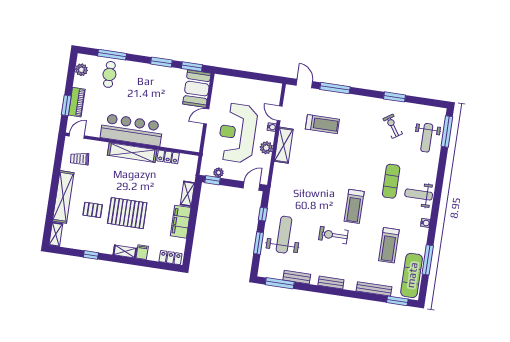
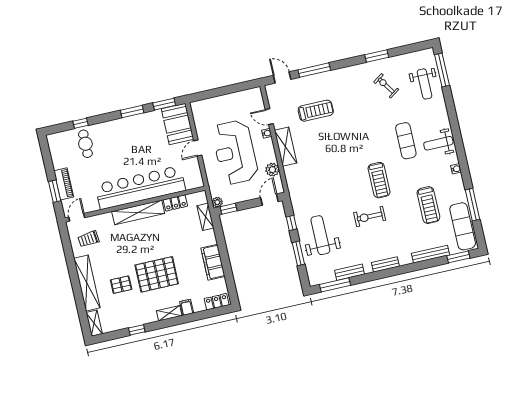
window: (112, 55) -> (80, 123), width x0.46
plant: (81, 70) -> (56, 150), removed
bar counter: (132, 130) -> (140, 188), width x1.36
plant: (266, 148) -> (272, 170), moved
plant: (218, 173) -> (217, 202), moved
shelving: (187, 194) -> (205, 217), moved

